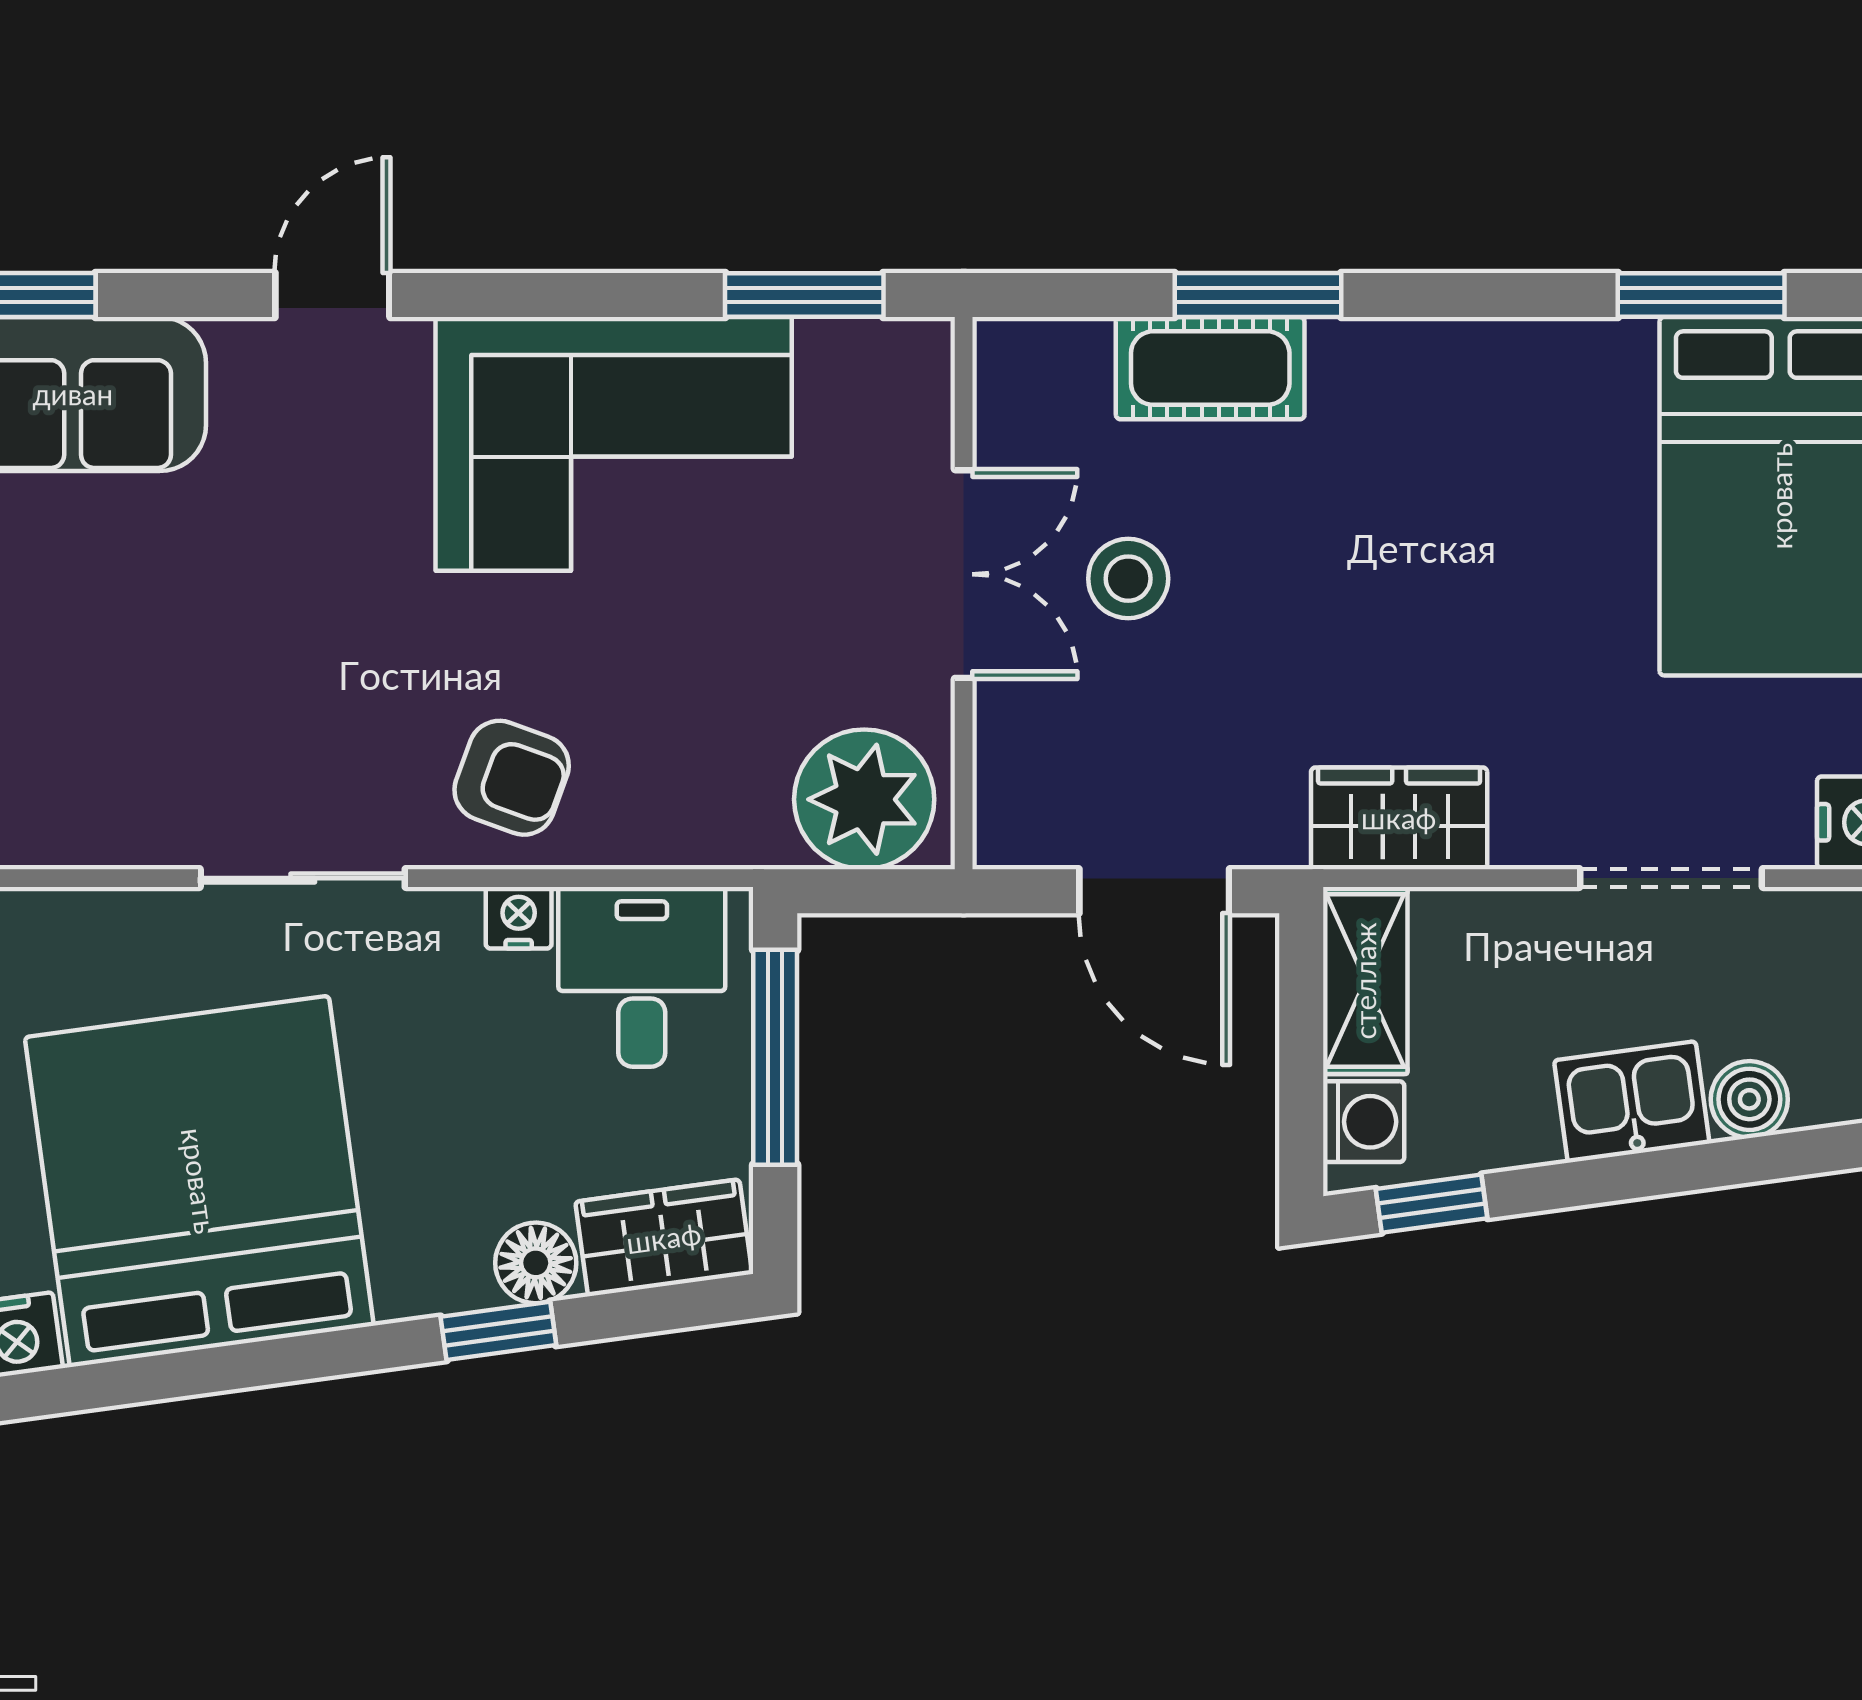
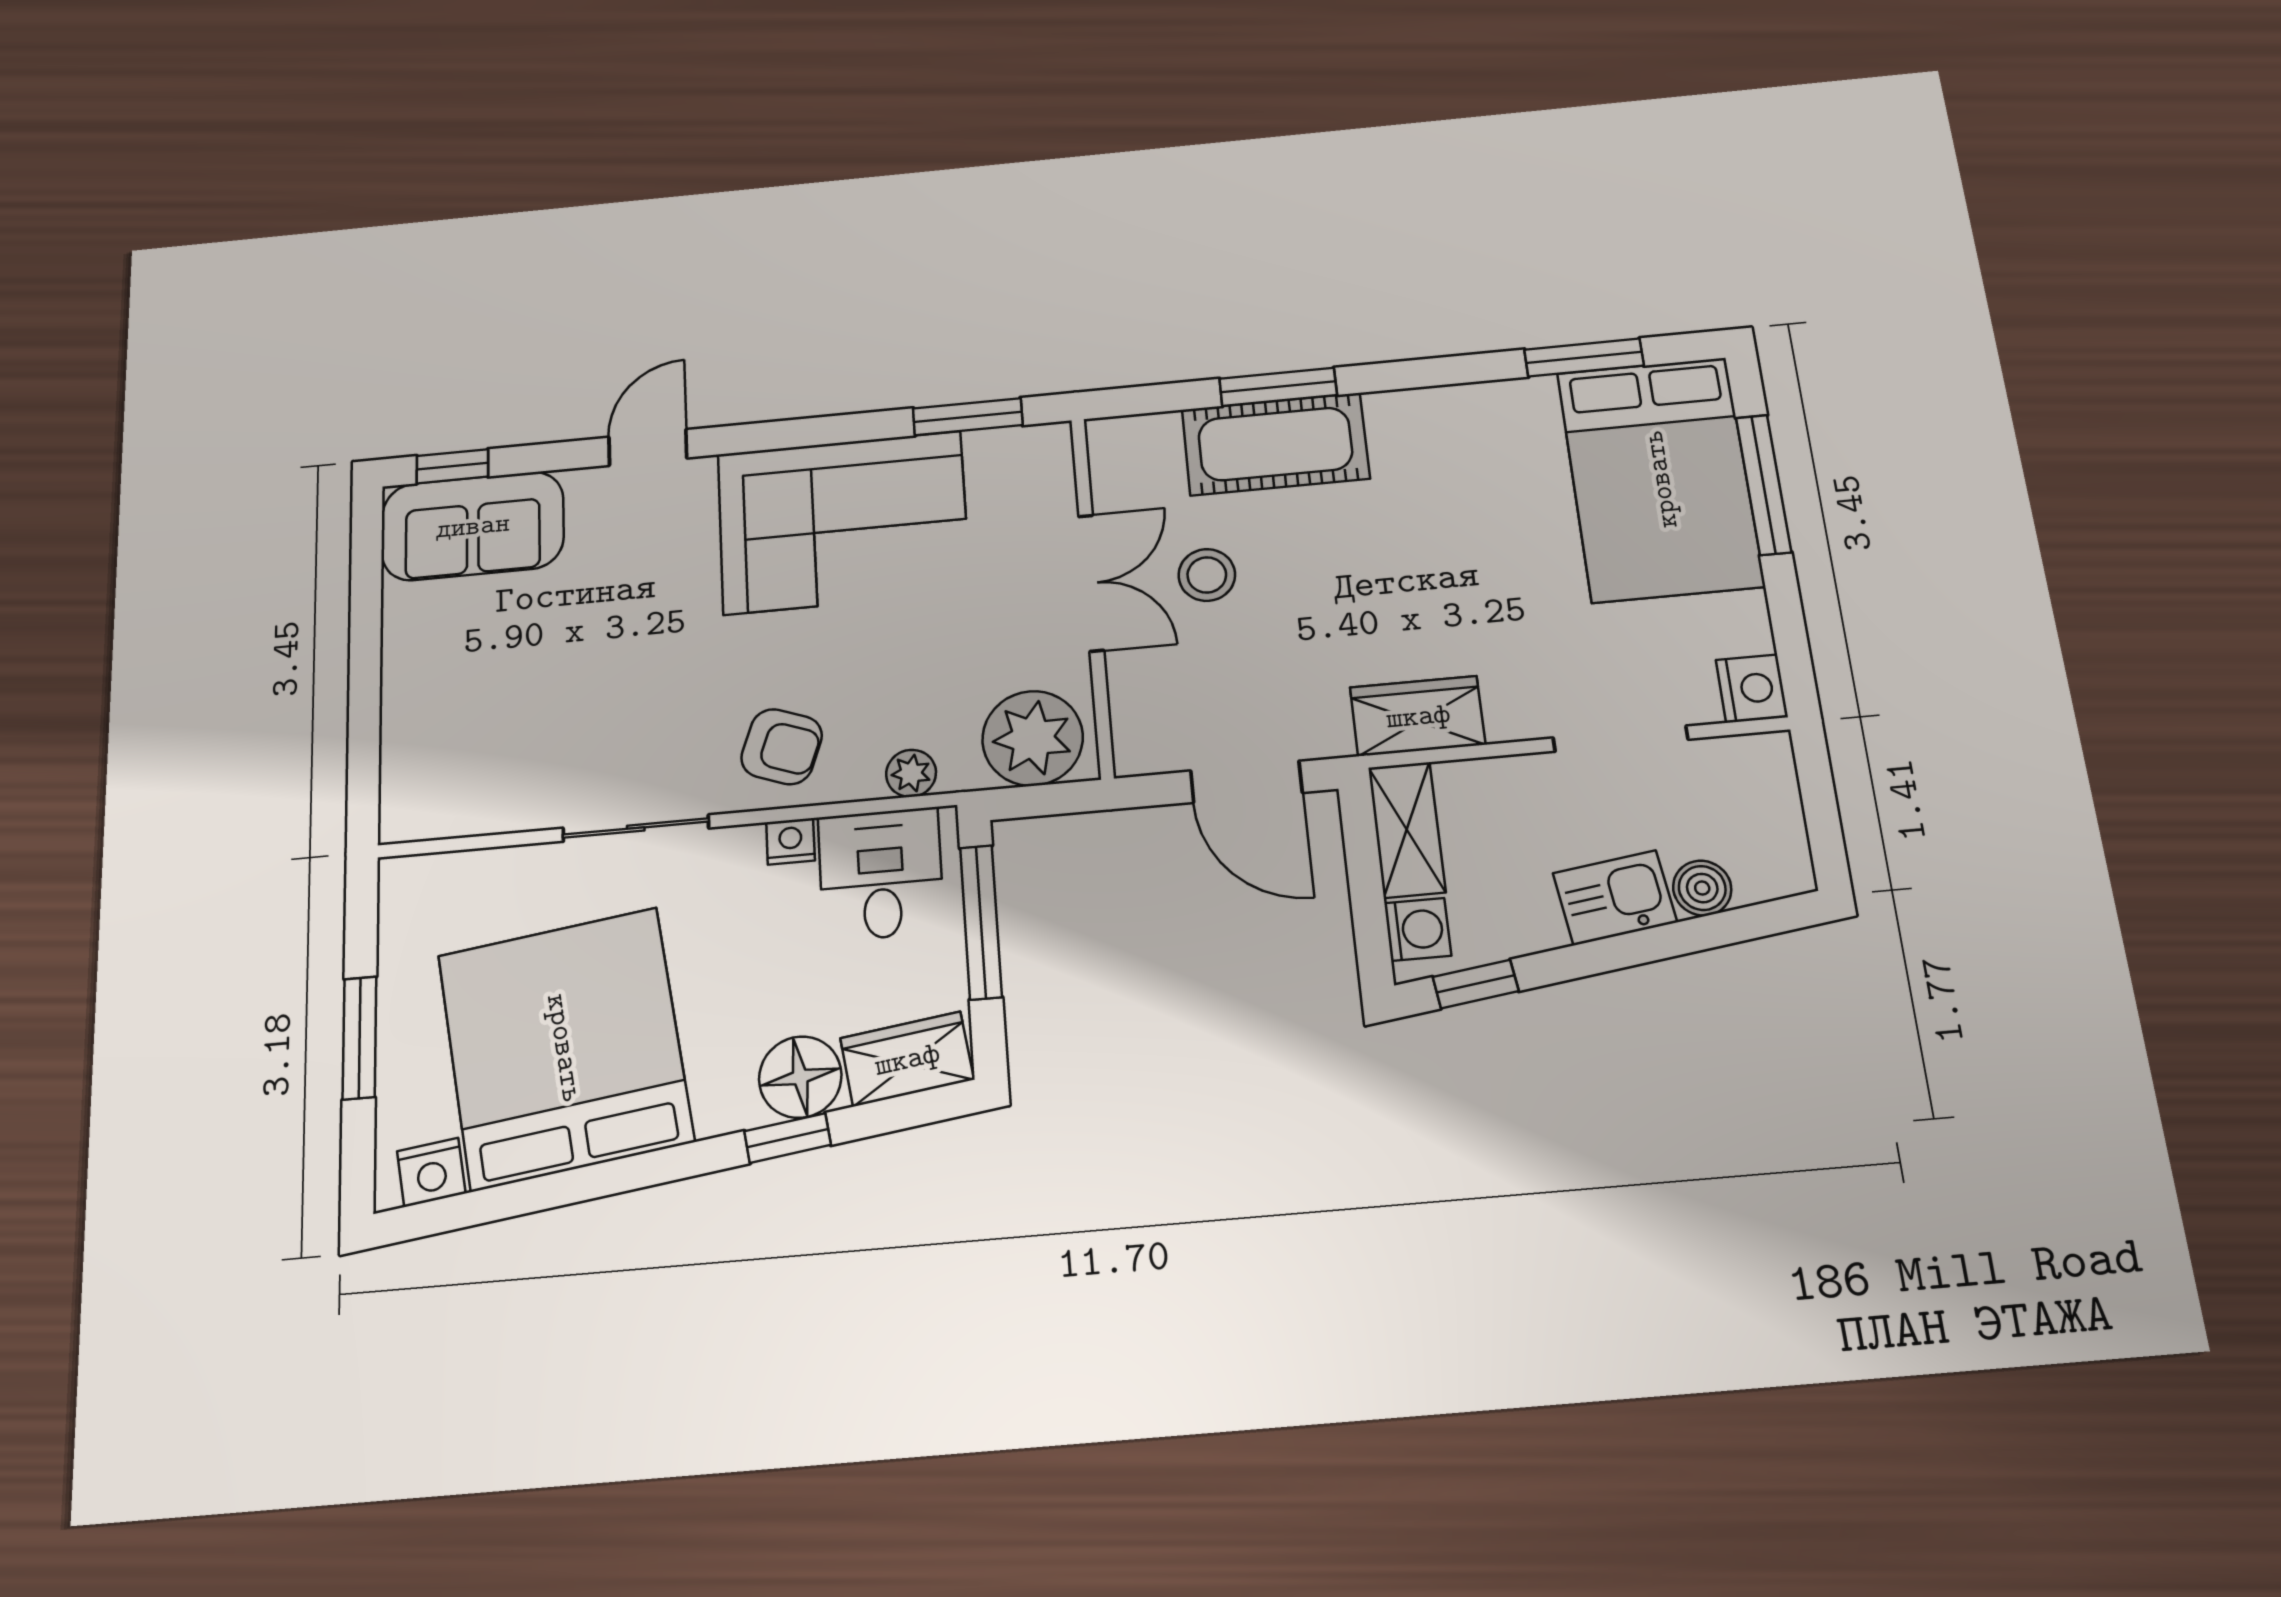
cot: (1210, 368) -> (1275, 444), width x1.37, depth x1.34
plant: (691, 835) -> (911, 773), added
floor lamp: (536, 1263) -> (800, 1077), width x1.38, depth x1.38

